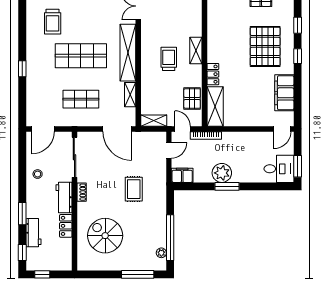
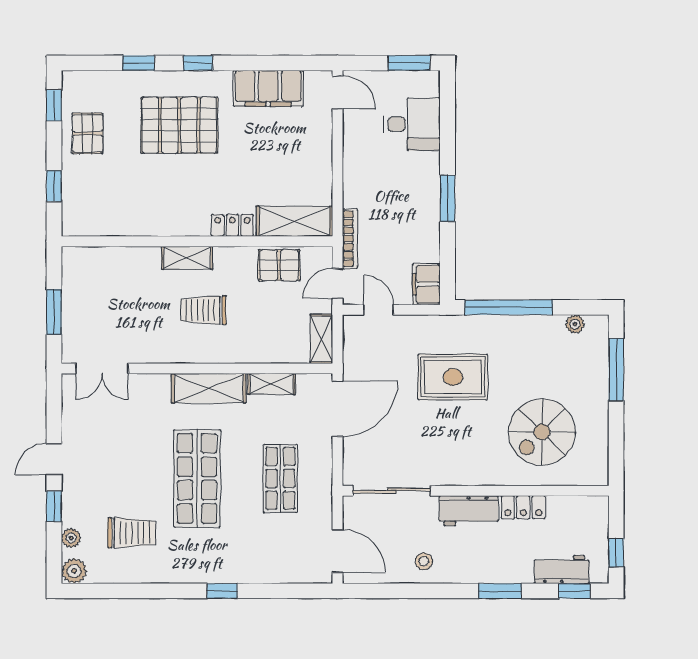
shelving: (128, 53) -> (209, 388), width x0.68
desk: (279, 169) -> (412, 124), moved, turned 90
plant: (222, 173) -> (422, 208), removed
rug: (134, 189) -> (453, 377), width x1.36, depth x1.43
shoe rack: (82, 192) -> (459, 477), removed
workbench: (33, 233) -> (562, 569), moved
window: (170, 238) -> (509, 307), moved

